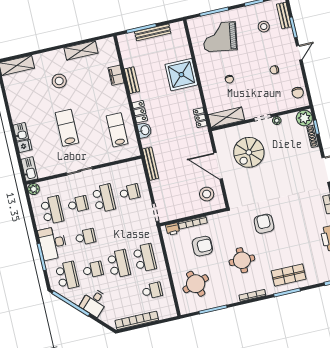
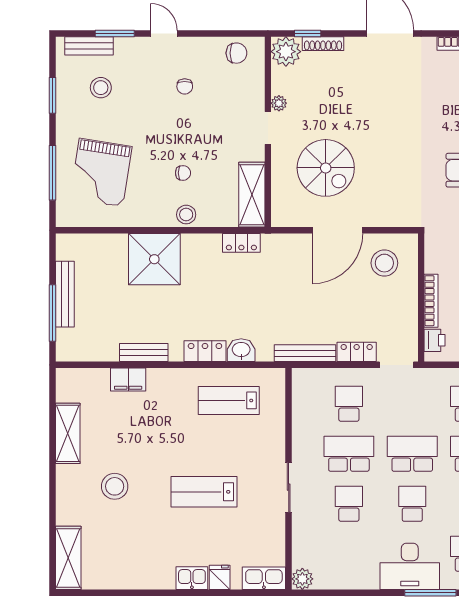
stool: (208, 86) -> (186, 215), added
locker: (157, 190) -> (357, 352), added
school desk: (52, 210) -> (412, 454), moved

